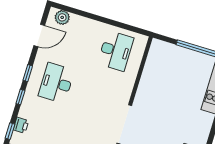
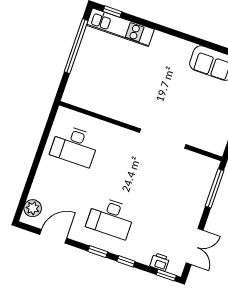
door: (39, 35) -> (53, 236), hinge flipped
desk: (116, 51) -> (75, 146), turned 180

